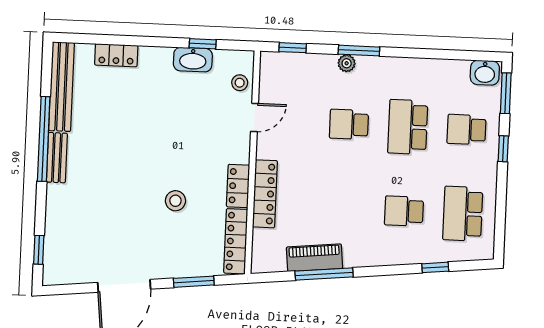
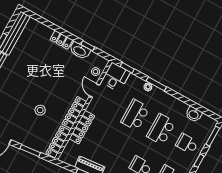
locker: (116, 55) -> (61, 40), moved
washbasin: (485, 73) -> (194, 114), moved
desk: (280, 75) -> (116, 77), added
door: (254, 117) -> (94, 91), swing flipped
school desk: (349, 124) -> (135, 115), width x1.85
locker: (238, 186) -> (74, 113), width x1.53

